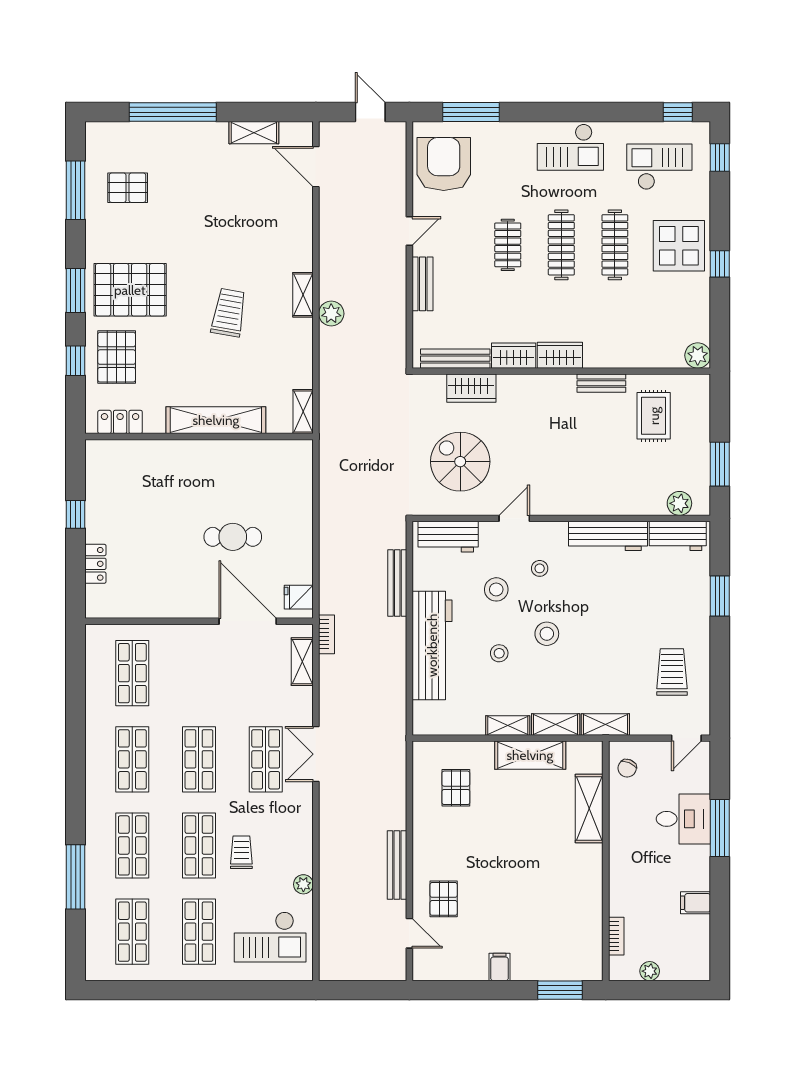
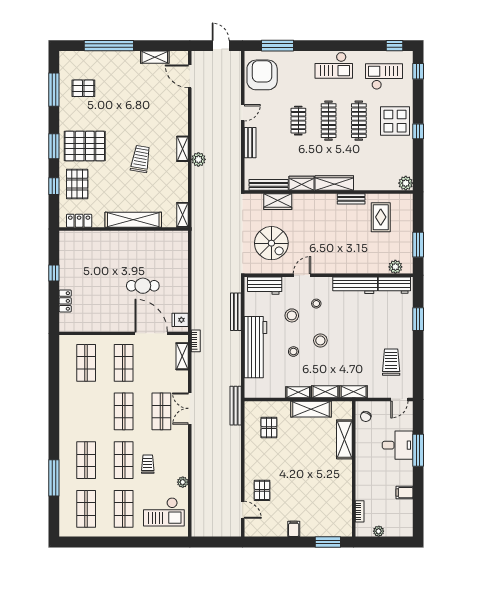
wardrobe: (560, 355) -> (334, 183), width x1.50
spiral stairs: (460, 462) -> (271, 243), turned 180
shop shelf: (132, 759) -> (124, 363), moved
bench: (397, 865) -> (236, 406), moved

